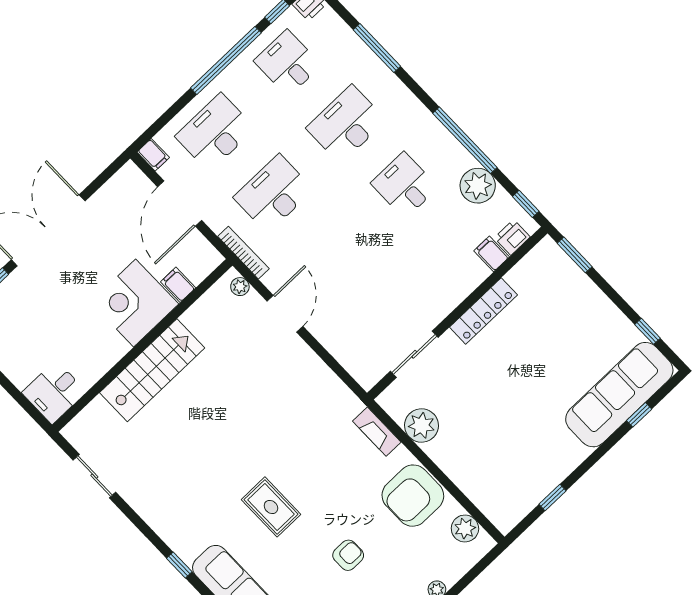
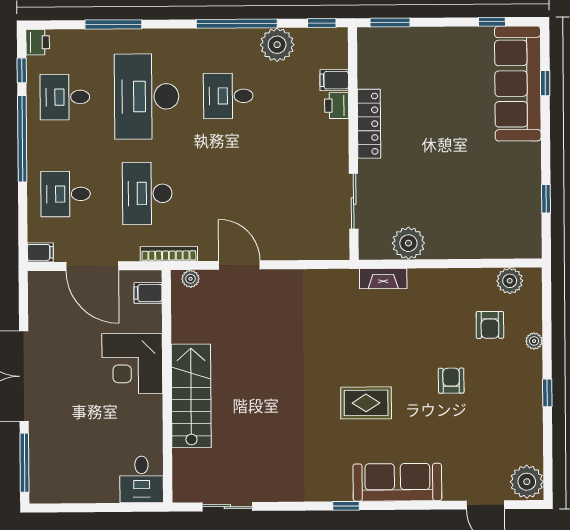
desk: (346, 124) -> (147, 96), width x1.36, depth x1.30
desk: (215, 132) -> (66, 194), width x0.73
printer: (512, 237) -> (337, 106), moved
filing cabinet: (178, 285) -> (148, 293), moved
armchair: (413, 496) -> (490, 325), moved, width x0.53, depth x0.53

